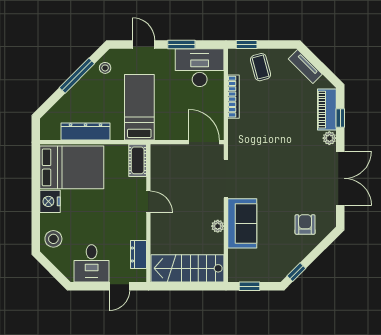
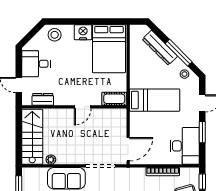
dresser: (86, 131) -> (160, 48), moved, turned 135
plant: (218, 226) -> (51, 160), moved

